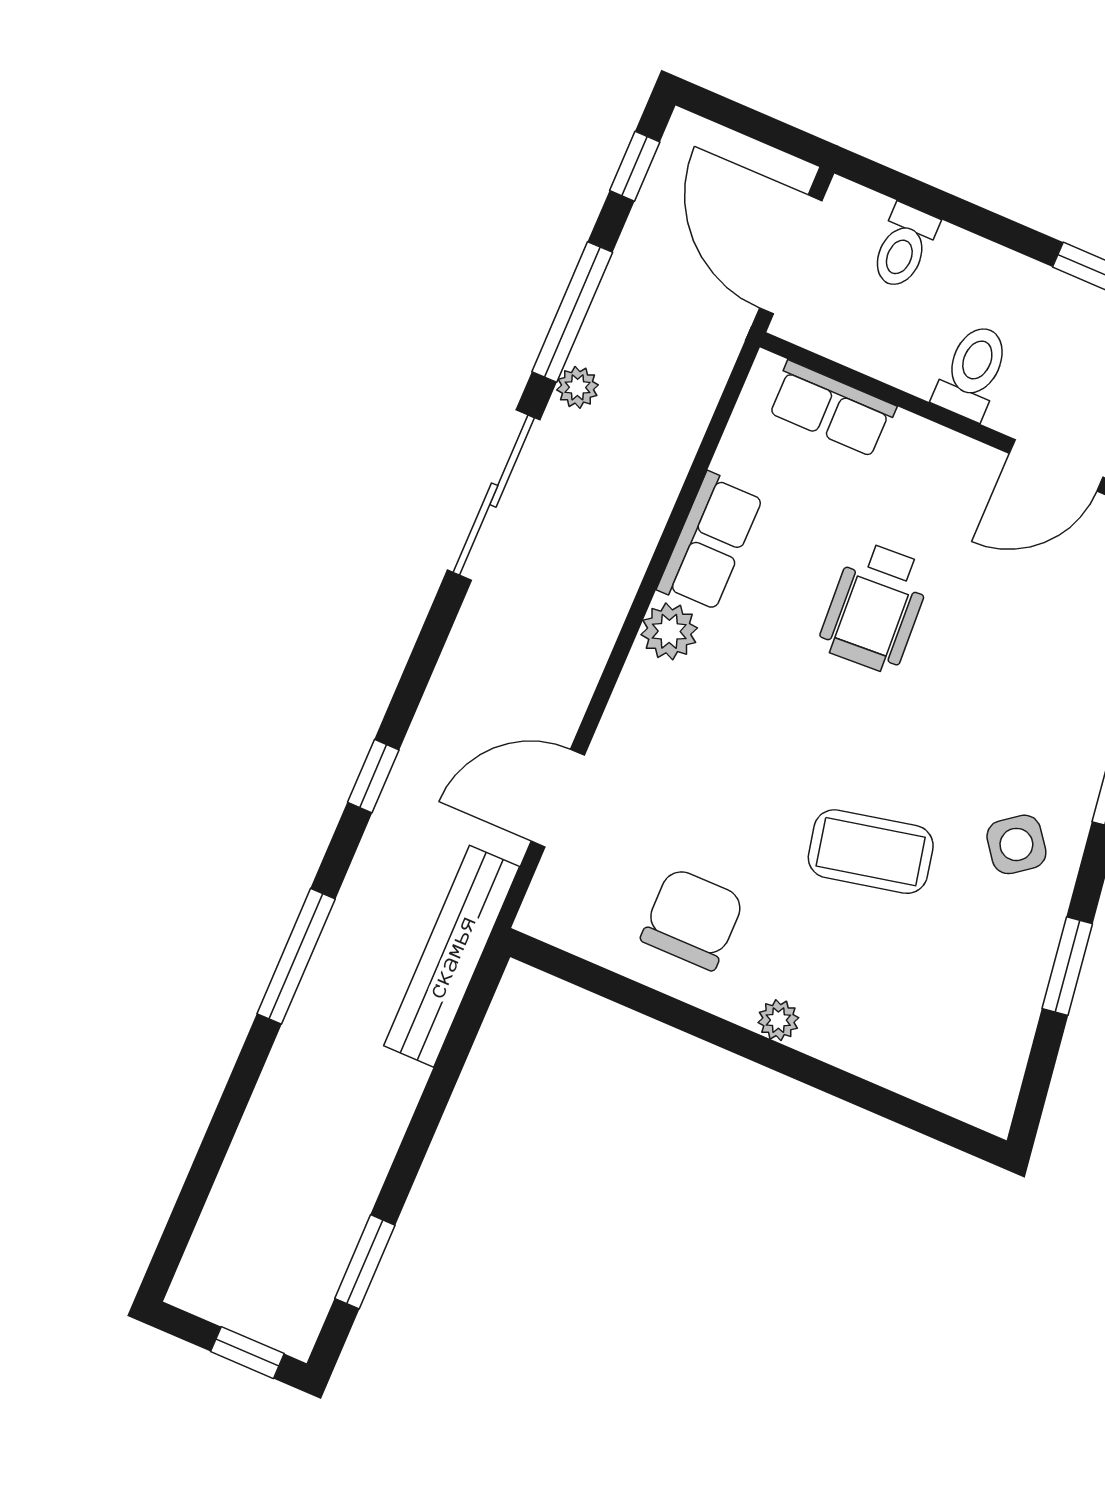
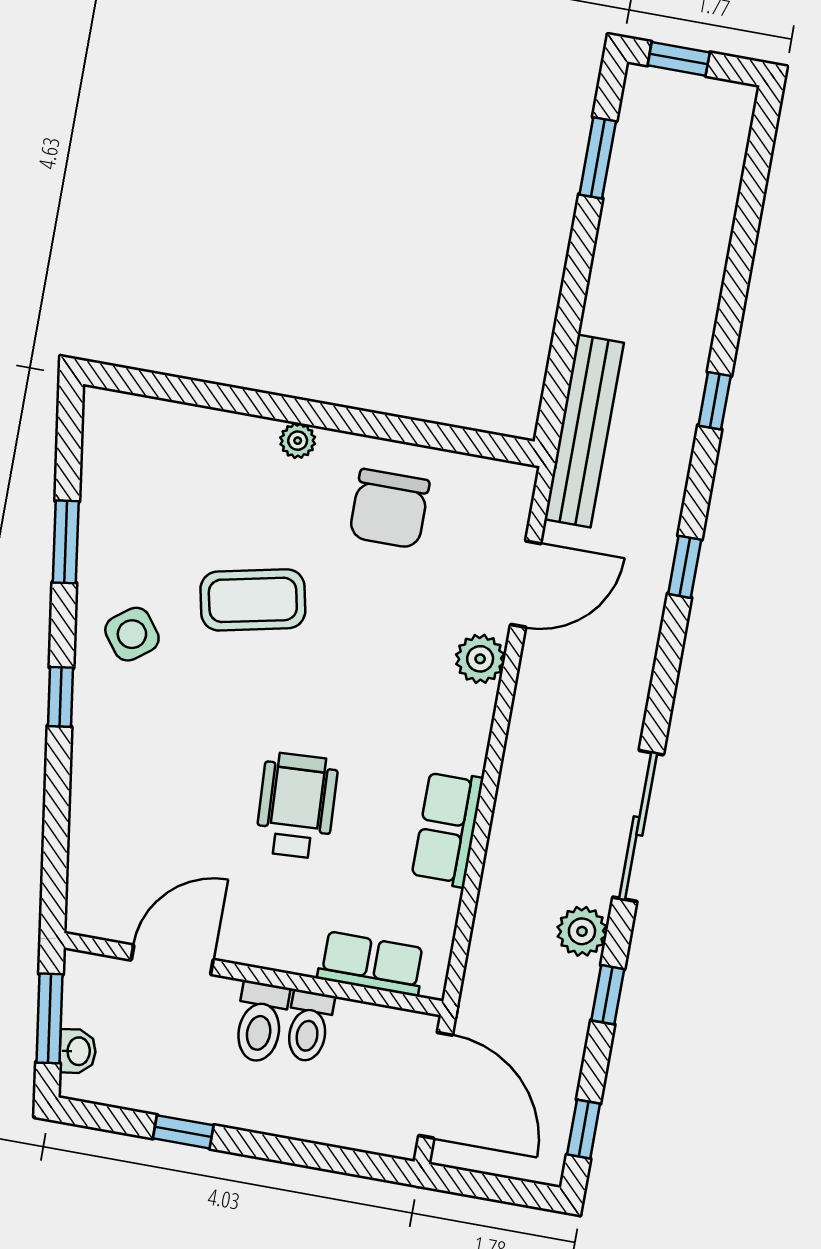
toilet: (904, 247) -> (309, 1026), moved, turned 180
window: (572, 312) -> (608, 995), width x0.46
plant: (578, 387) -> (582, 931), width x1.38, depth x1.38
plant: (669, 631) -> (480, 659), moved
window: (296, 956) -> (715, 401), width x0.46

